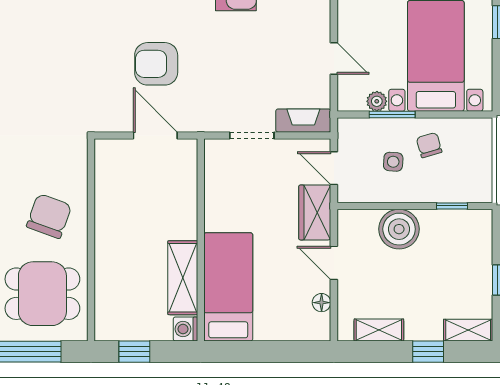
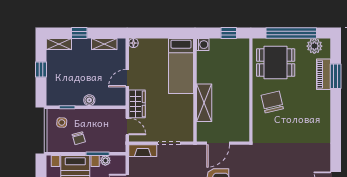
door: (155, 135) -> (218, 143), hinge flipped
side table: (393, 162) -> (62, 123), moved
chair: (49, 216) -> (272, 102), turned 147
boiler: (399, 229) -> (89, 100), width x0.54, depth x0.54
door: (334, 263) -> (127, 78), swing flipped
shelving: (183, 278) -> (204, 103), moved
floor lamp: (322, 303) -> (133, 43), moved

